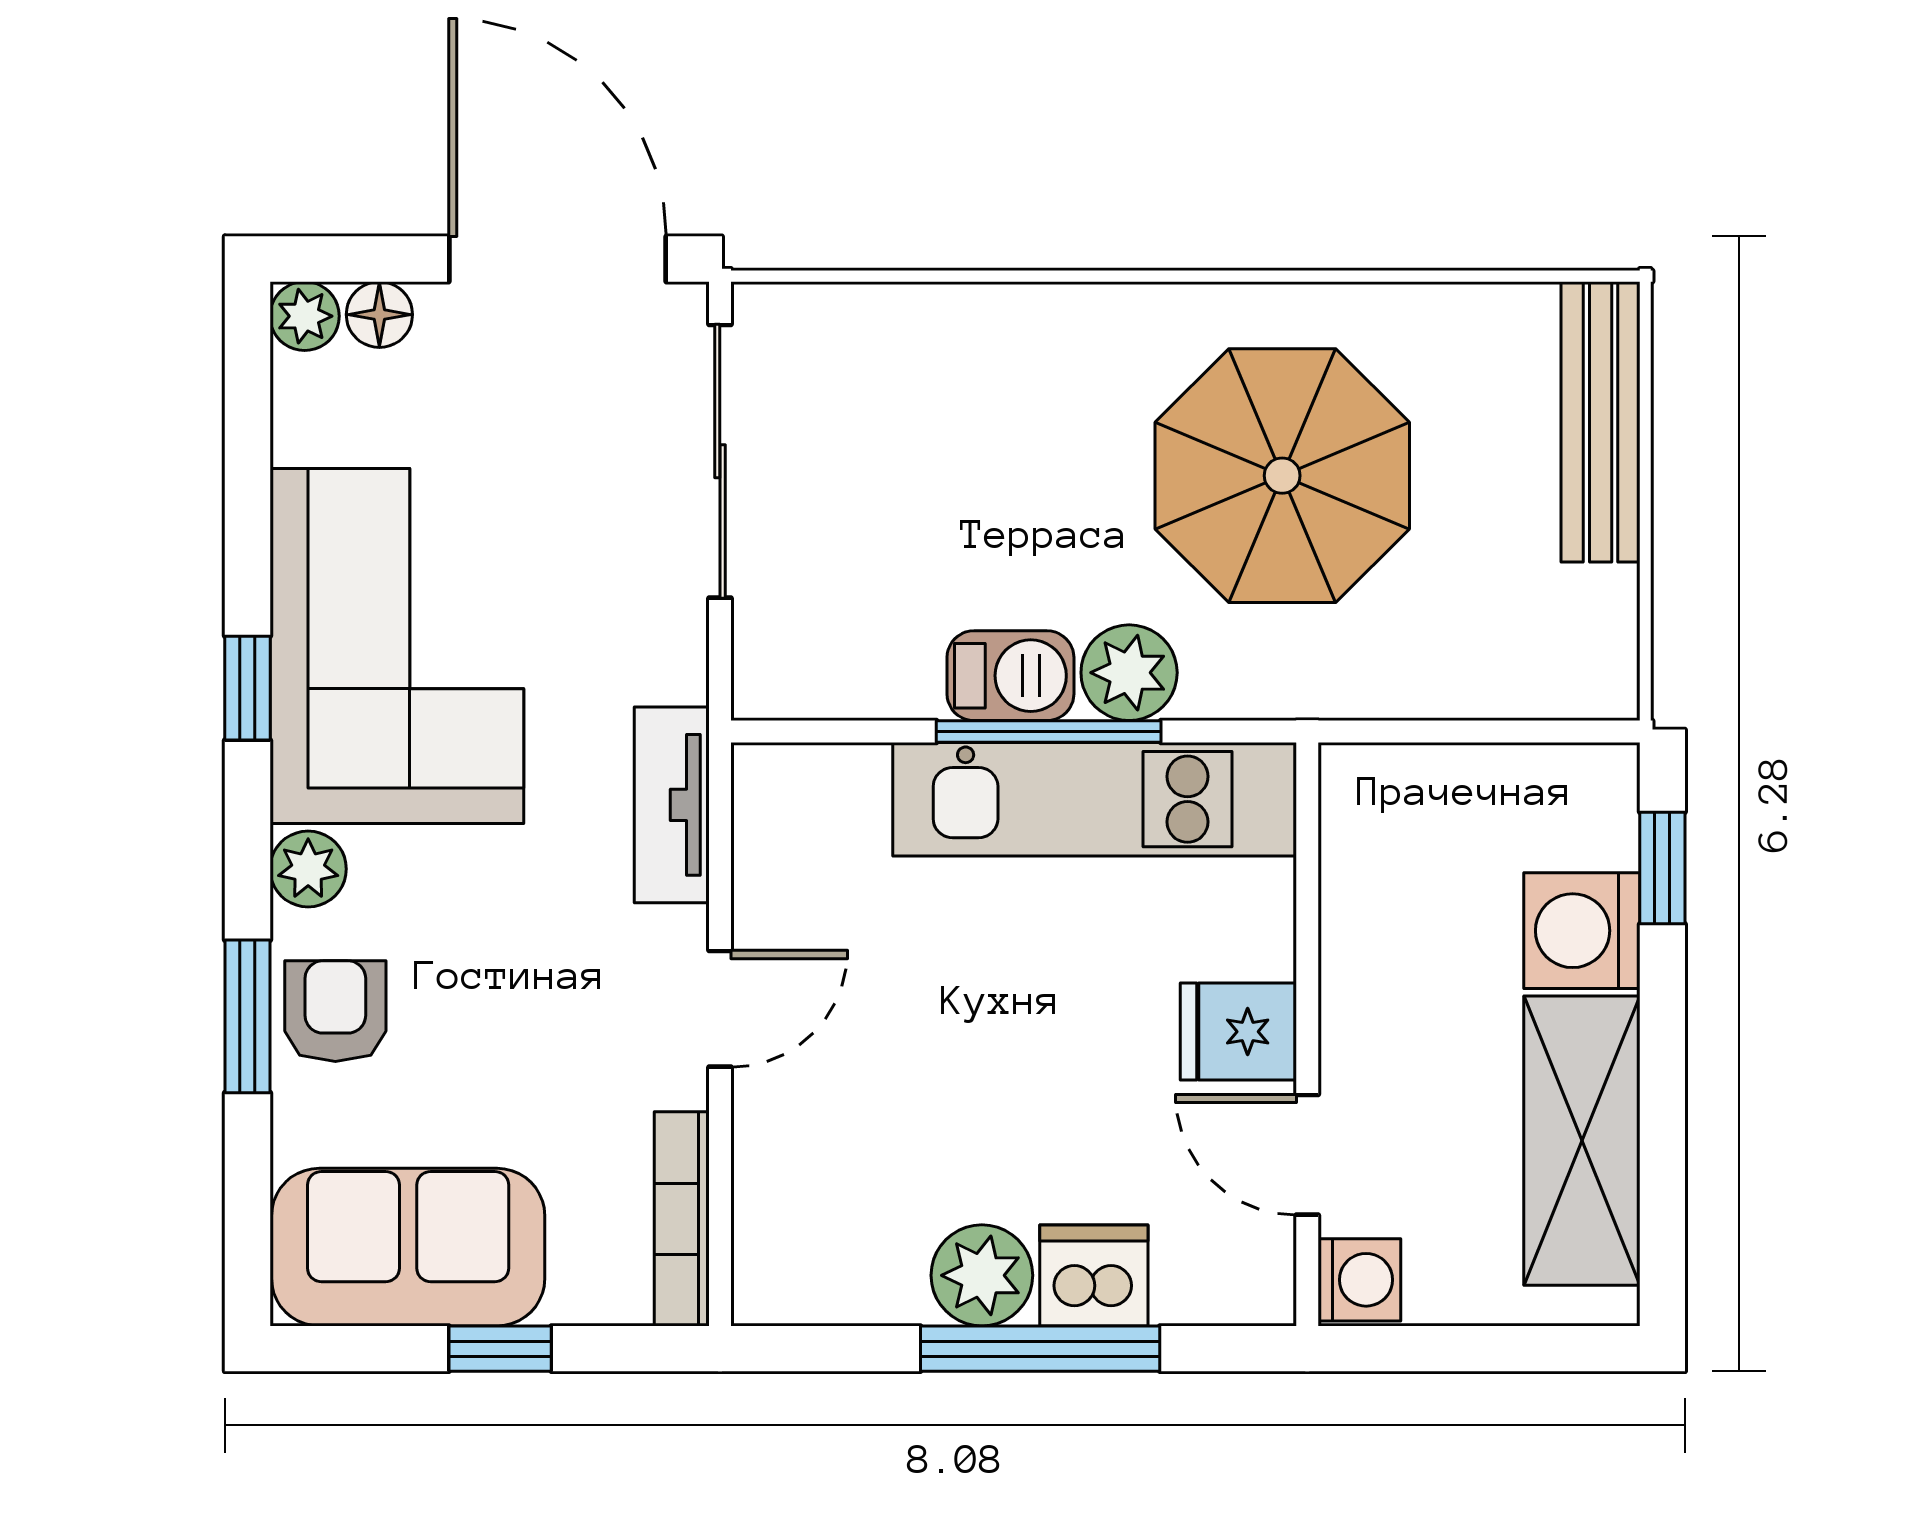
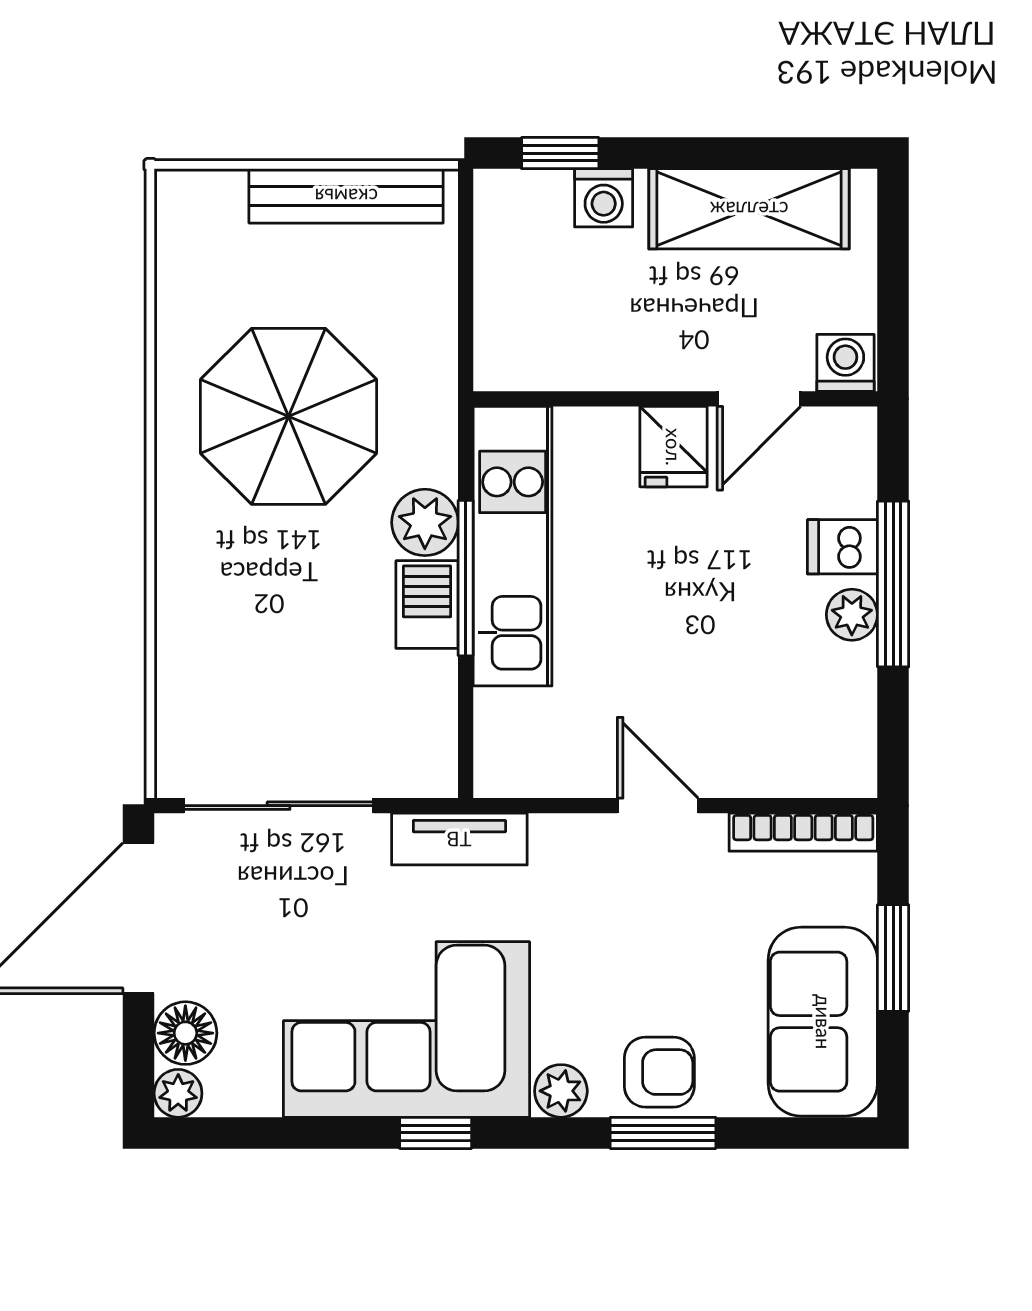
floor lamp: (379, 315) -> (185, 1033), width x1.37, depth x1.37
bench: (1601, 422) -> (346, 196), moved
tv unit: (672, 805) -> (459, 839), moved
washing machine: (1582, 931) -> (604, 198), width x0.73, depth x0.73
armchair: (335, 1011) -> (659, 1072), turned 180
plant: (982, 1275) -> (852, 615), width x0.73, depth x0.73
dishwasher: (1094, 1275) -> (842, 547), width x0.73
window: (500, 1349) -> (893, 958), width x1.50

